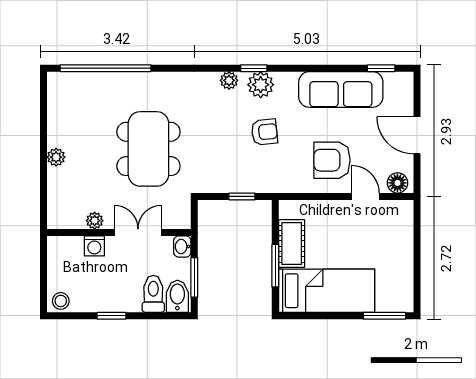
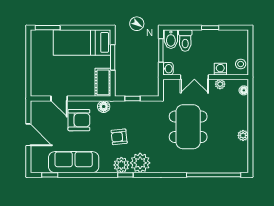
plant: (229, 80) -> (140, 163), width x1.87, depth x1.87
plant: (56, 157) -> (243, 135), moved
floor lamp: (397, 183) -> (104, 107), moved
floor lamp: (55, 210) -> (244, 90), added
cot: (292, 244) -> (103, 82), moved
stool: (61, 301) -> (241, 64), moved

